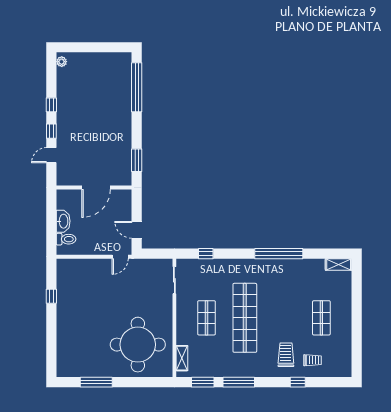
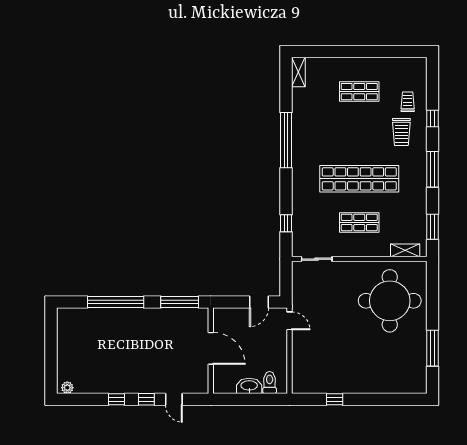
window: (137, 87) -> (116, 302), moved
window: (137, 160) -> (180, 302), width x1.44
trolley: (286, 355) -> (401, 132), turned -90
window: (239, 382) -> (432, 169), moved

